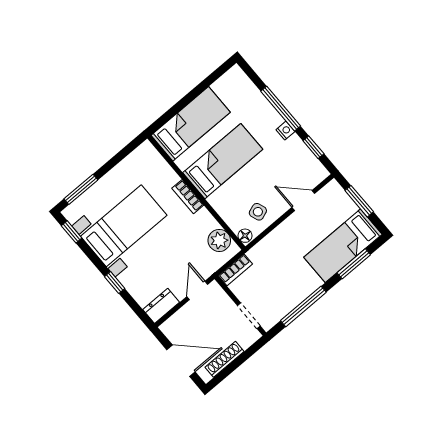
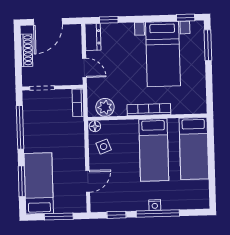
nightstand: (285, 131) -> (155, 205), moved
bookcase: (188, 197) -> (149, 110), width x1.56
window: (115, 283) -> (109, 20), moved

